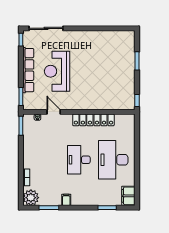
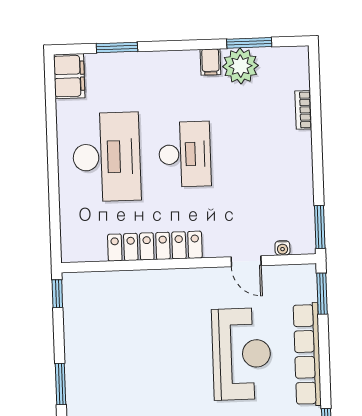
plant: (31, 198) -> (240, 66), moved

